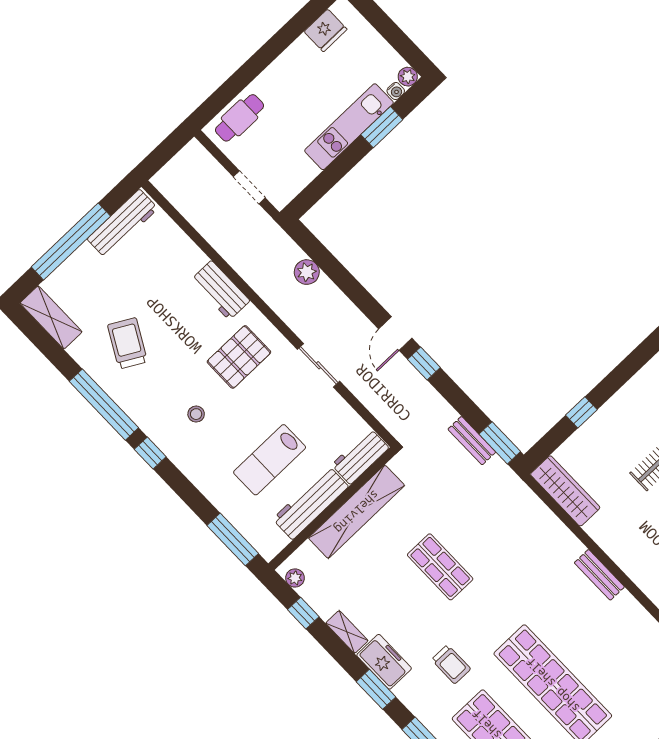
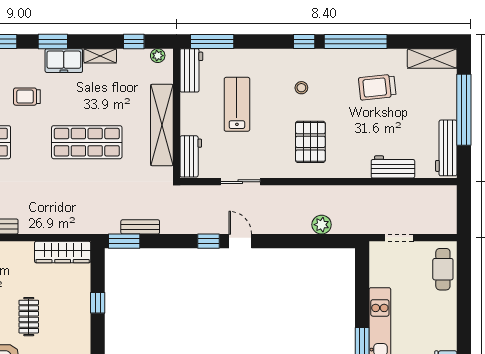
workbench: (220, 290) -> (393, 167), moved
trolley: (127, 343) -> (377, 87), turned 145
sliding door: (319, 365) -> (240, 182), moved
workbench: (311, 503) -> (191, 70), moved, width x0.73
shop shelf: (440, 567) -> (87, 142), width x1.43, depth x1.36

